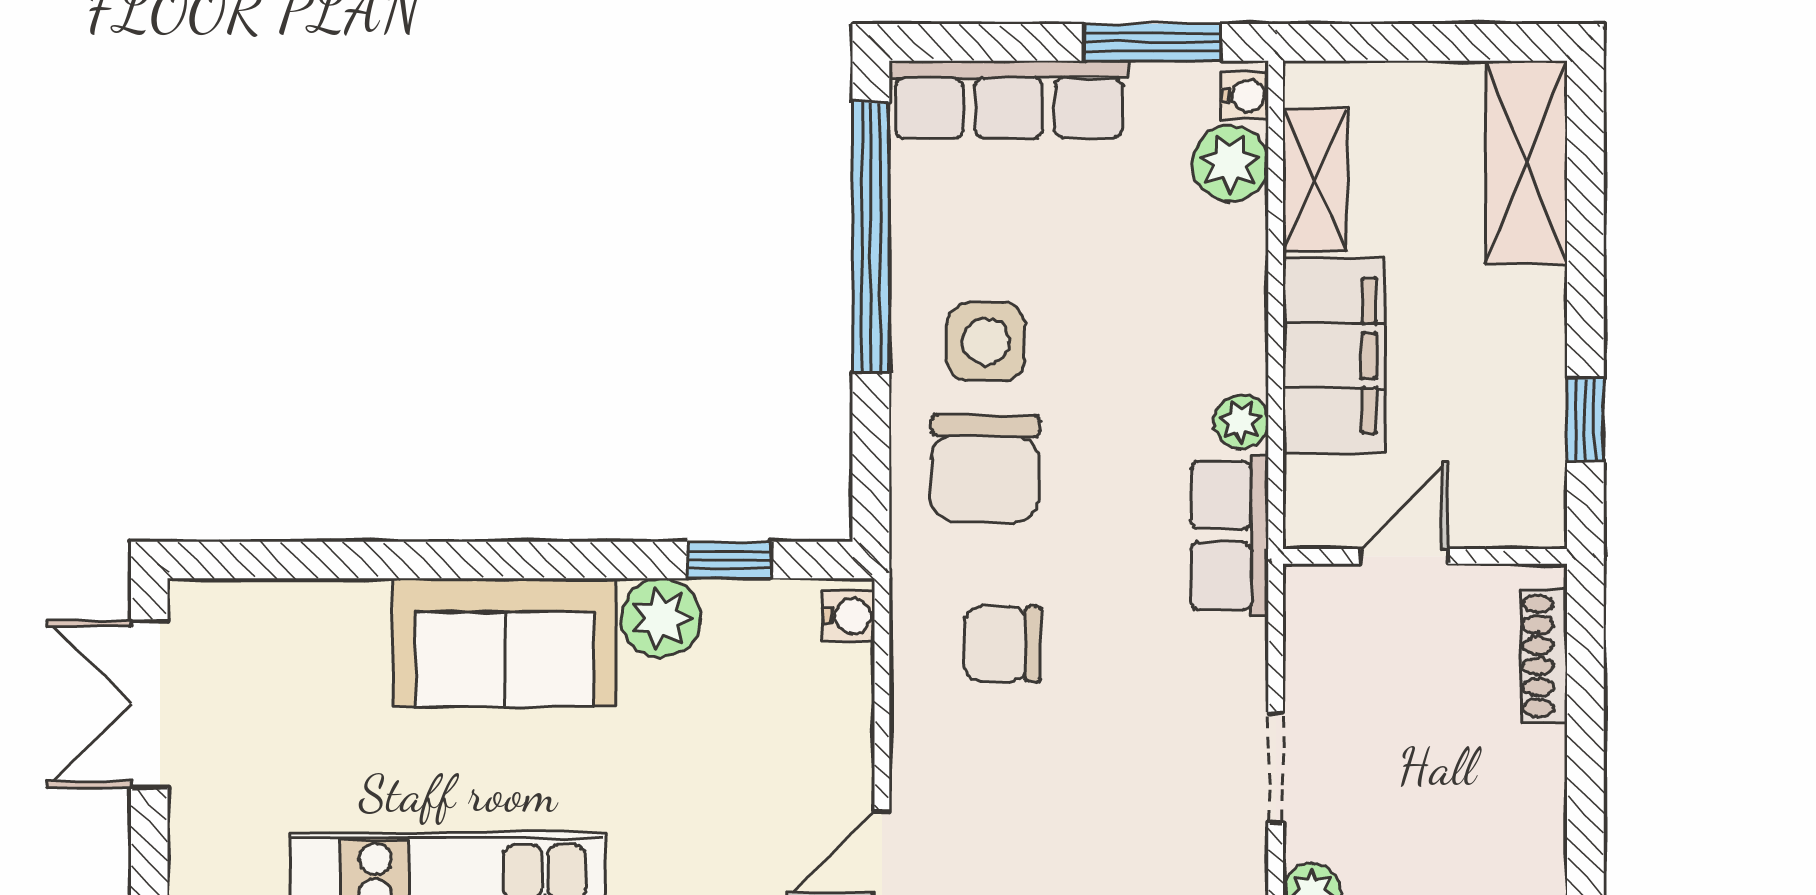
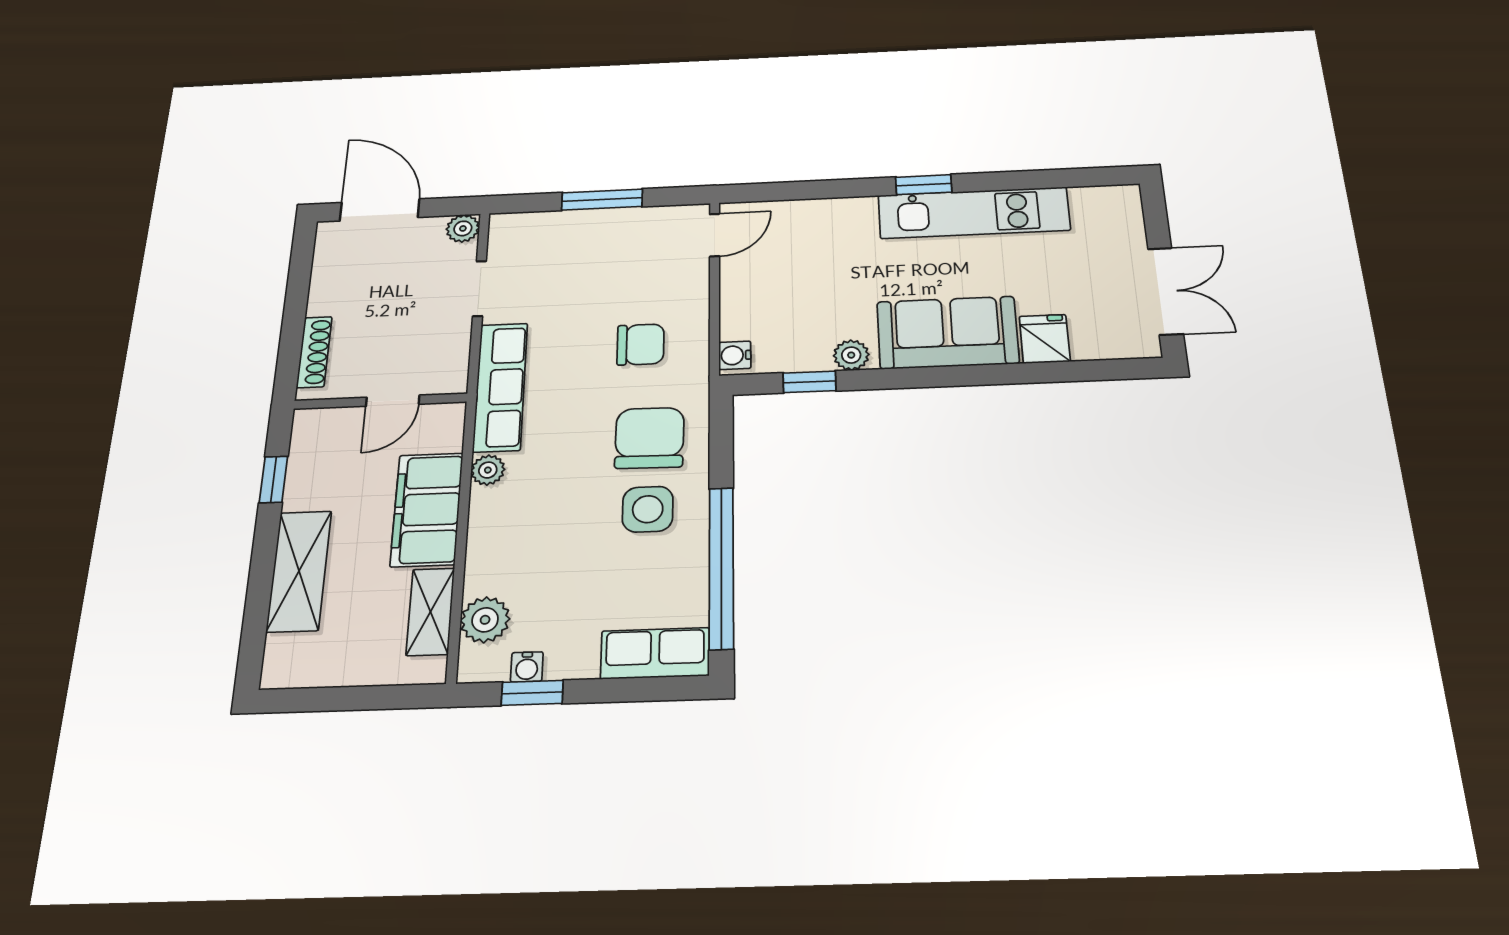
window: (1152, 42) -> (532, 693), width x0.67
water cooler: (1245, 96) -> (527, 667), moved, turned -90
row of seats: (1009, 99) -> (655, 653), width x0.68
shelving: (1526, 163) -> (299, 571), moved
row of seats: (1230, 536) -> (500, 387), width x1.48
plant: (661, 618) -> (851, 355), width x0.73, depth x0.73
fridge: (350, 623) -> (1045, 339), added

